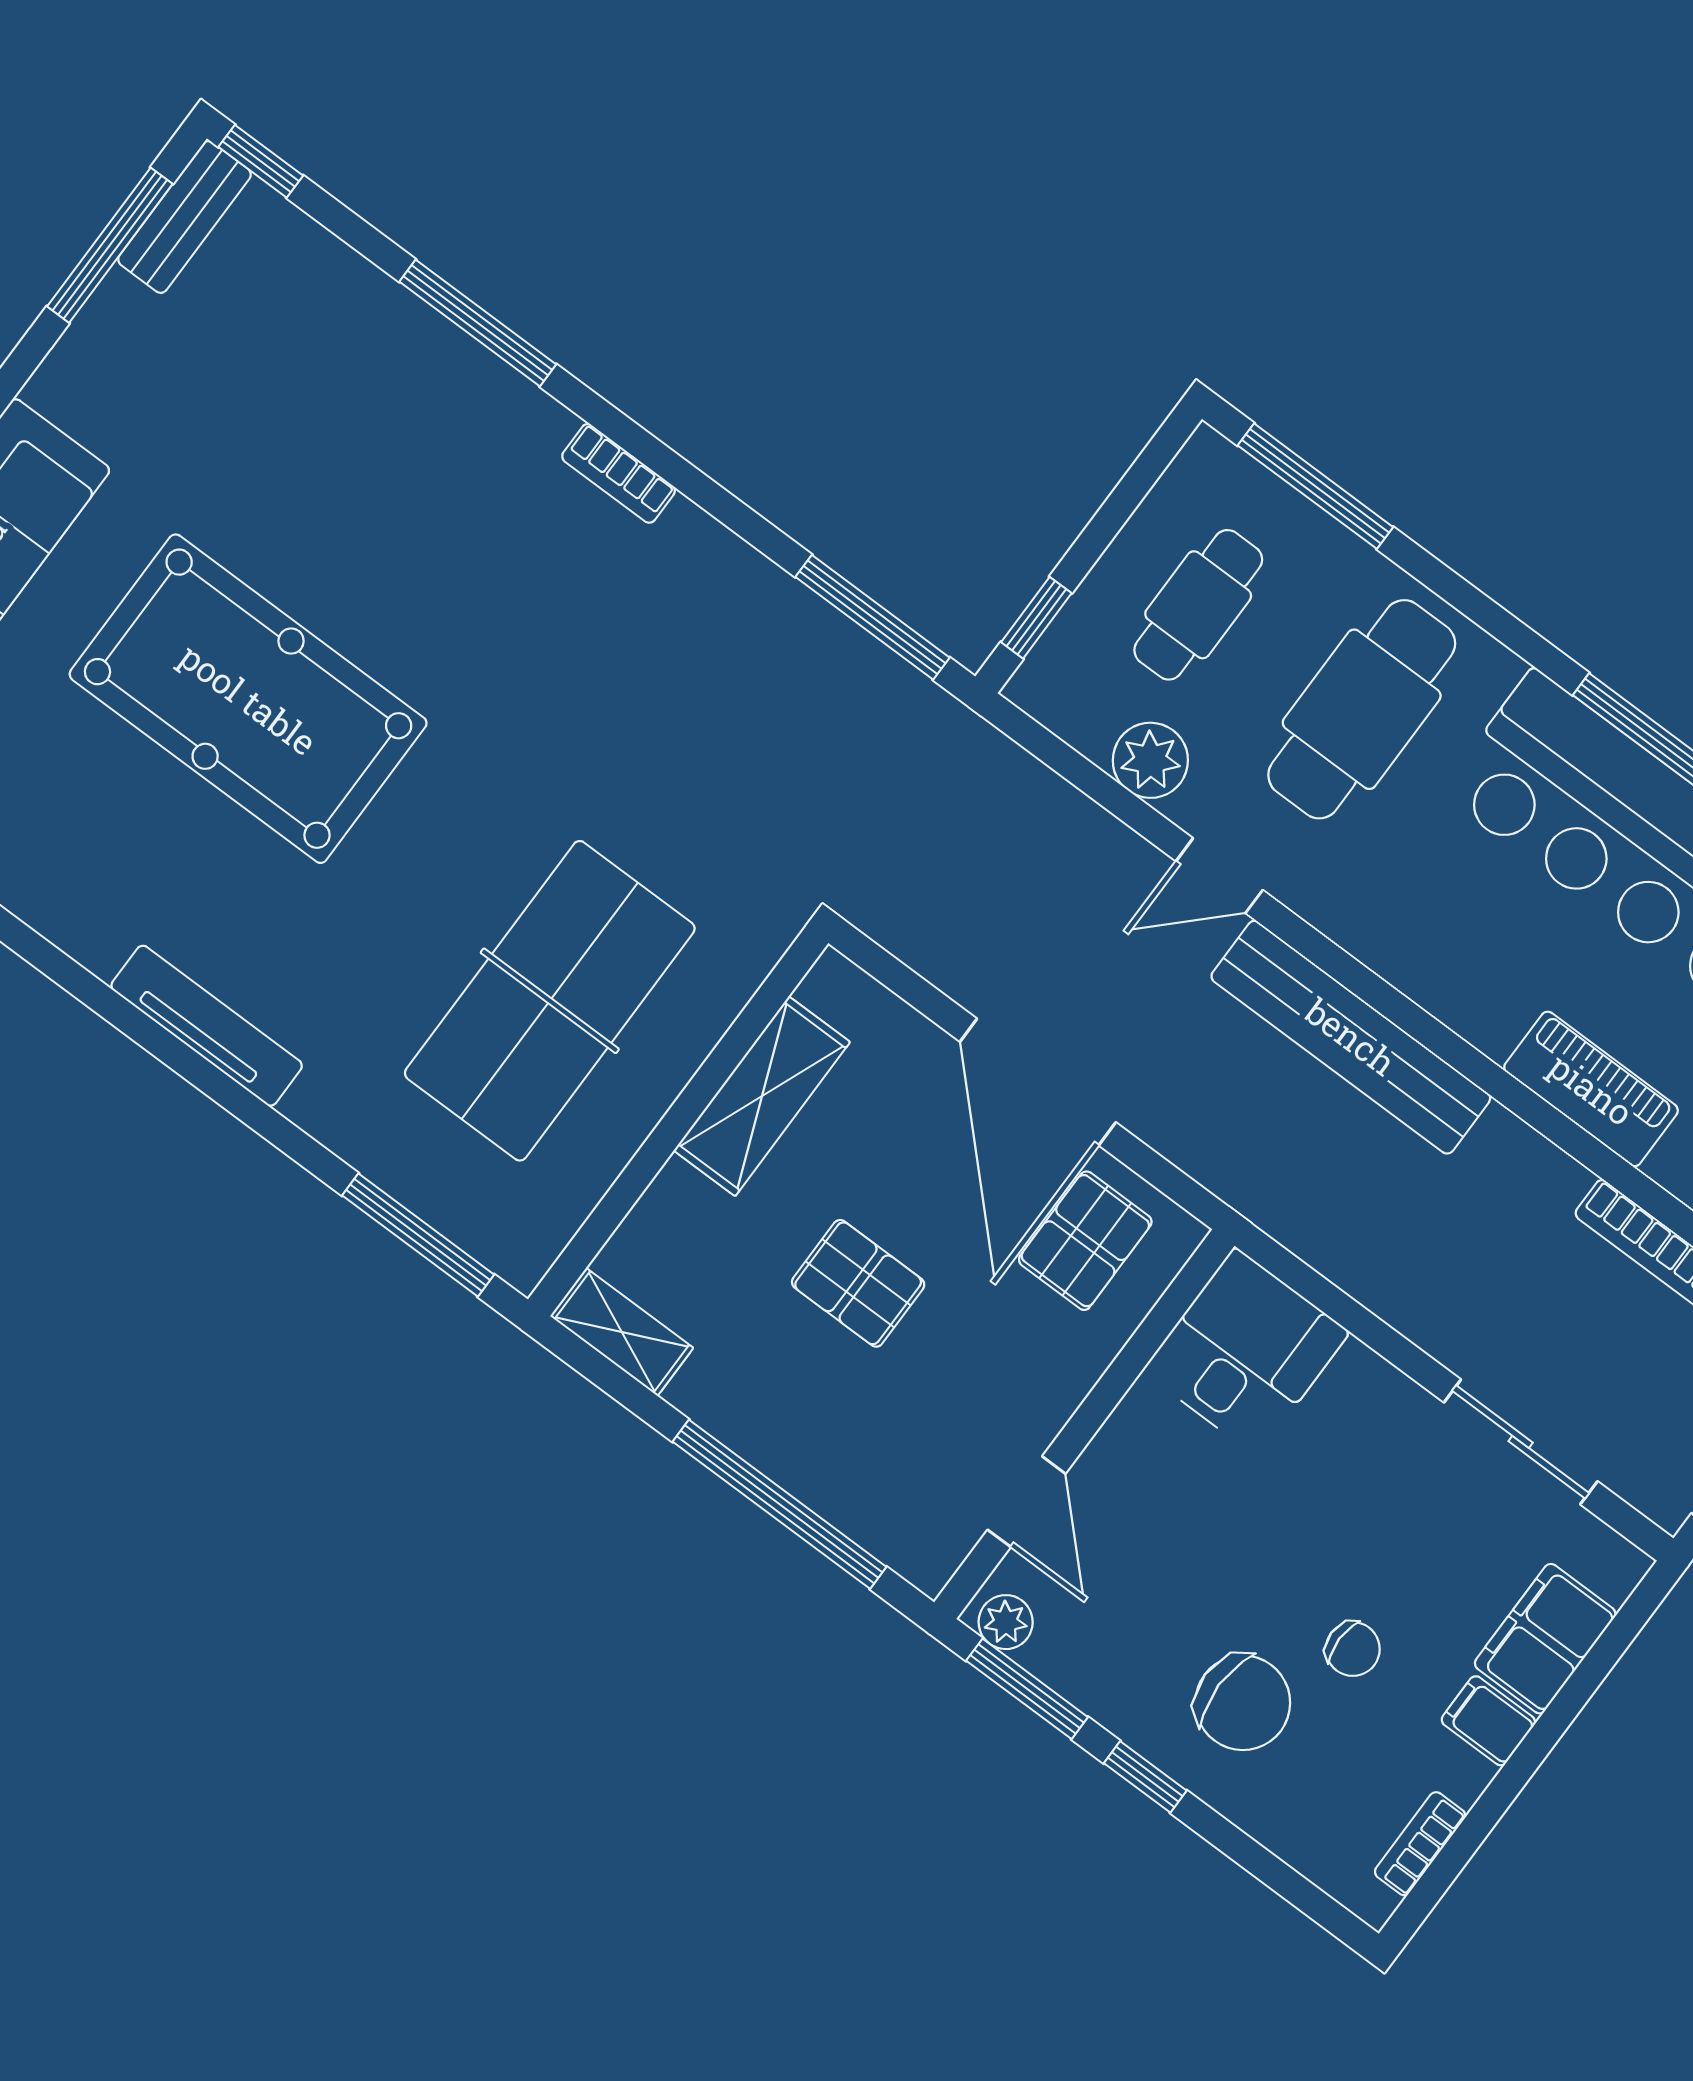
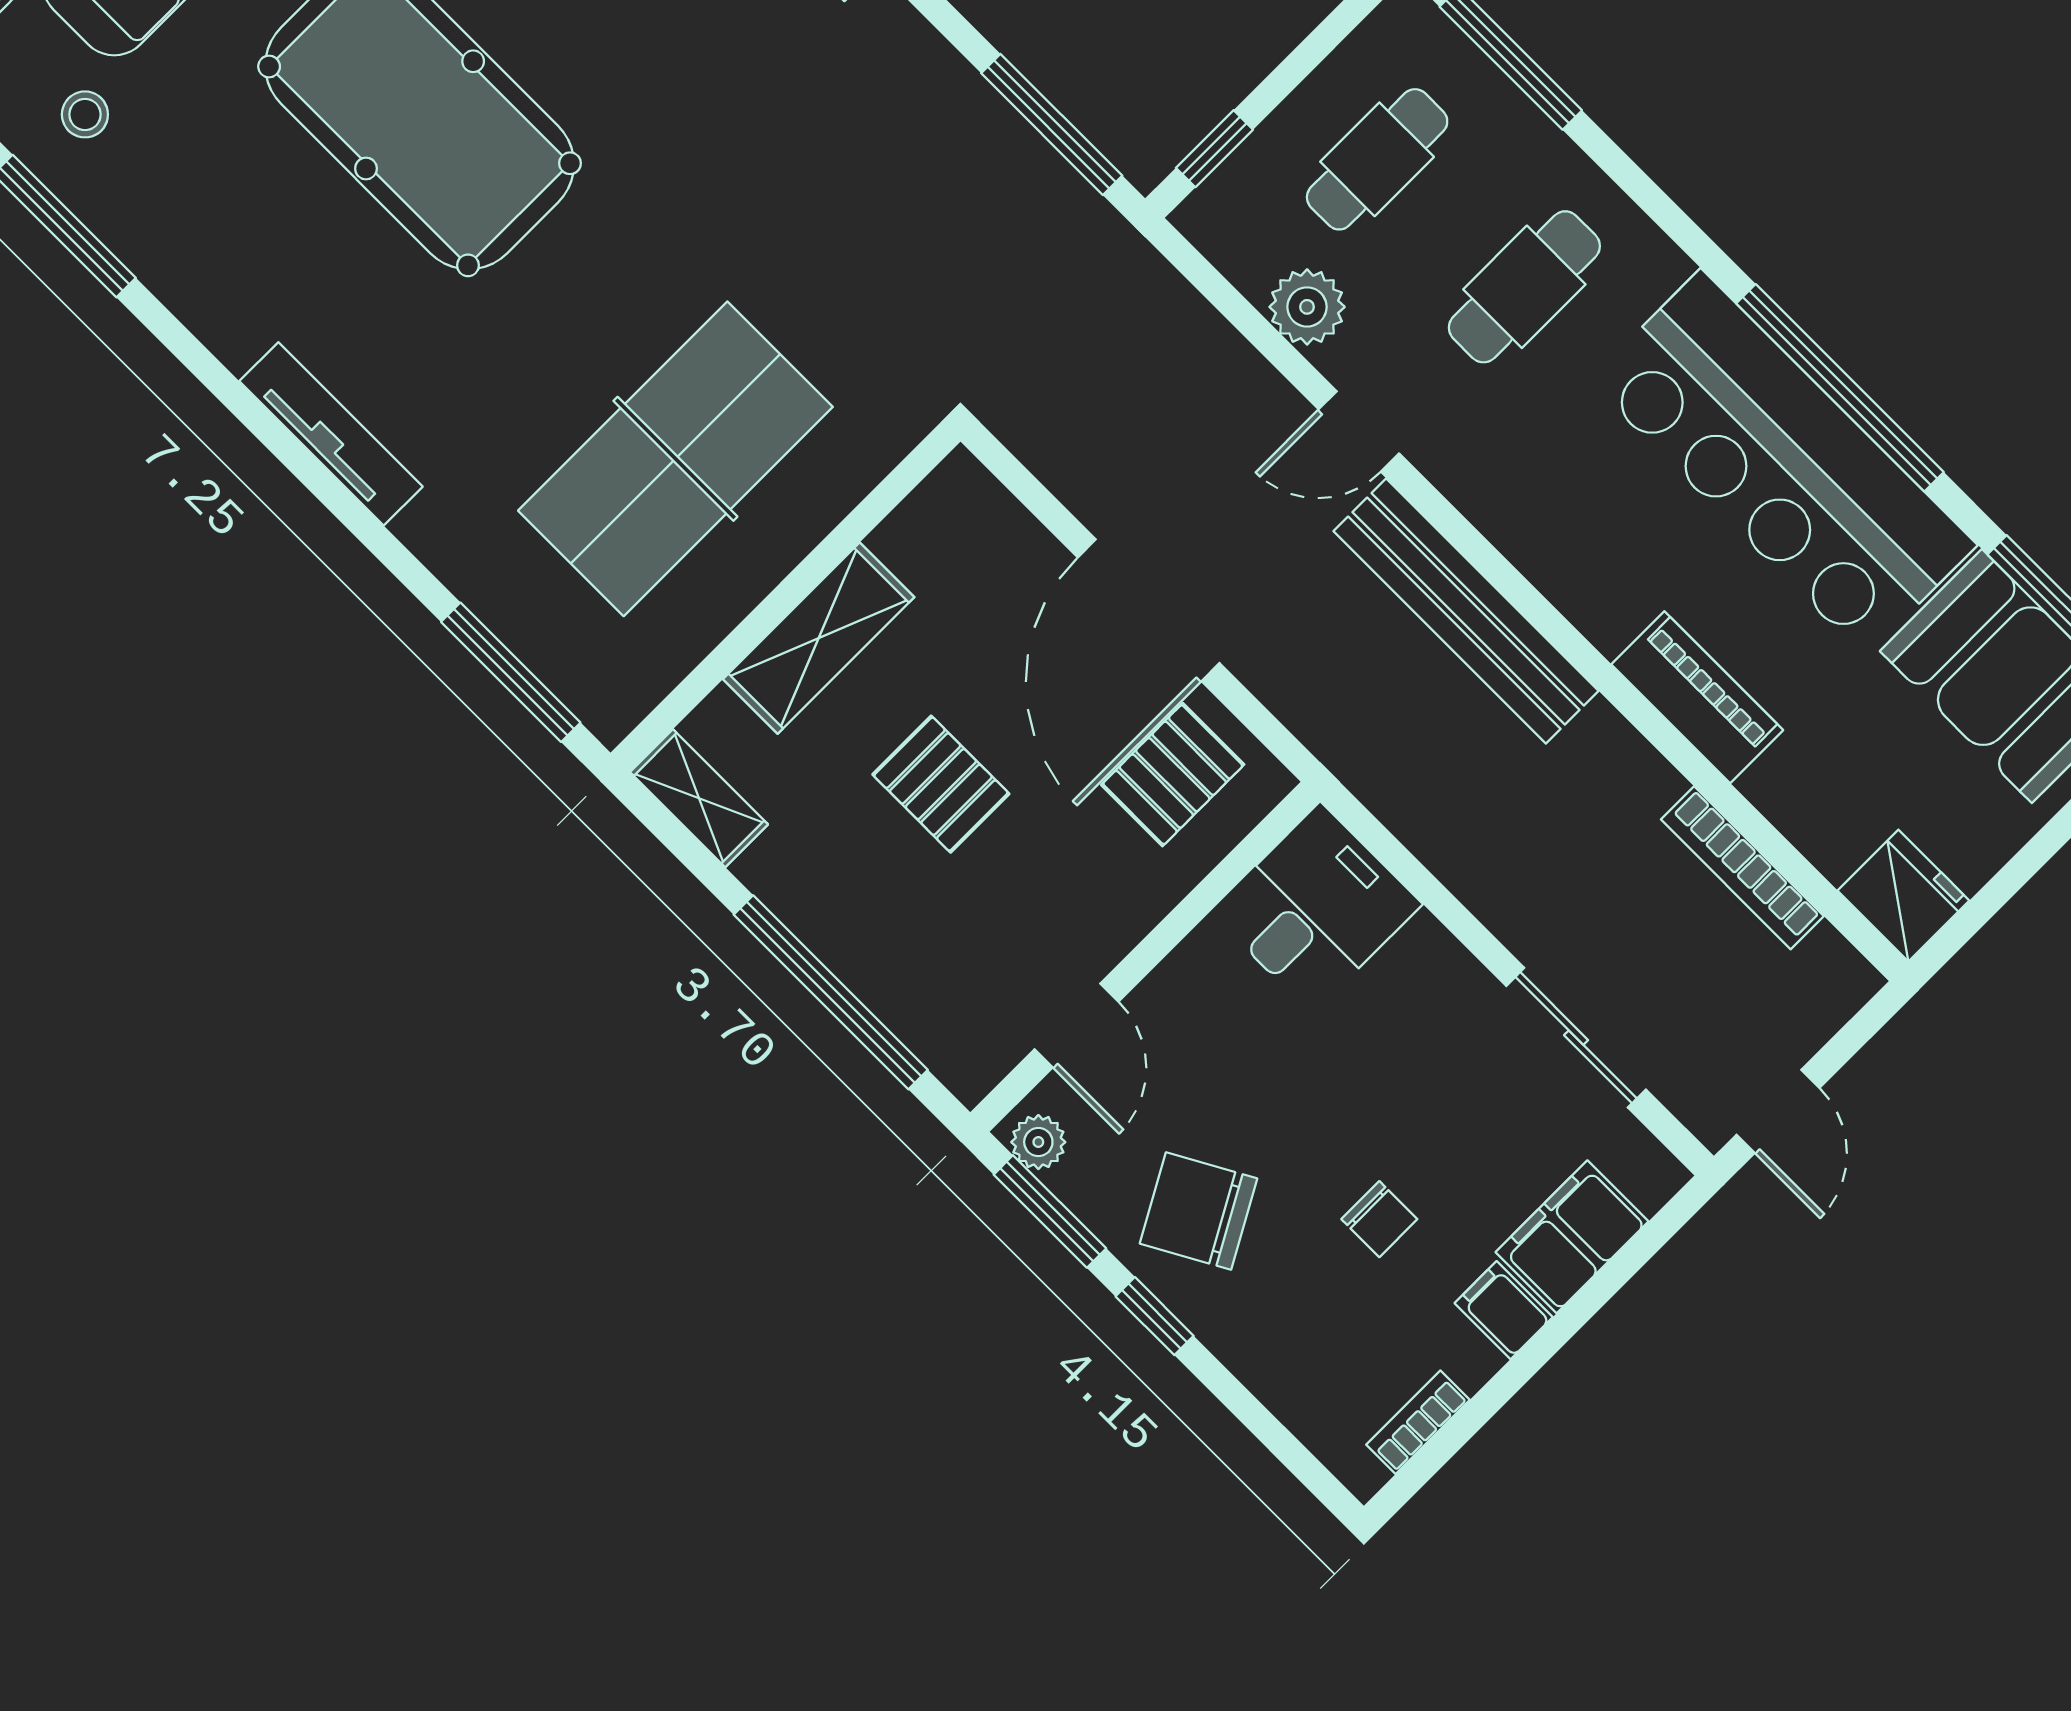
cafe table: (1362, 709) -> (1524, 287), width x0.73, depth x0.74
shelving: (762, 1096) -> (819, 638), moved
chair: (1243, 1703) -> (1199, 1211), moved, turned 151

